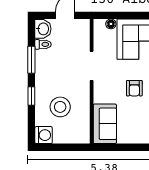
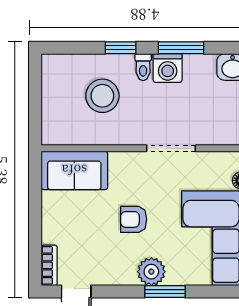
toilet: (43, 44) -> (143, 67), moved
washing machine: (44, 135) -> (168, 68), moved

